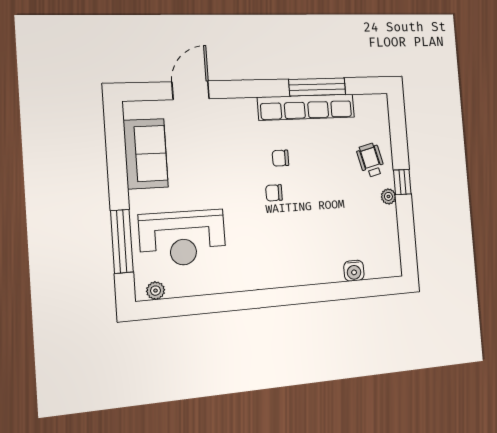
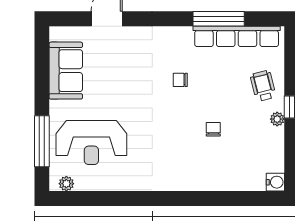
row of seats: (306, 107) -> (237, 36), moved
chair: (274, 193) -> (213, 129), moved, turned 90
water cooler: (354, 271) -> (275, 182), moved, turned -90

